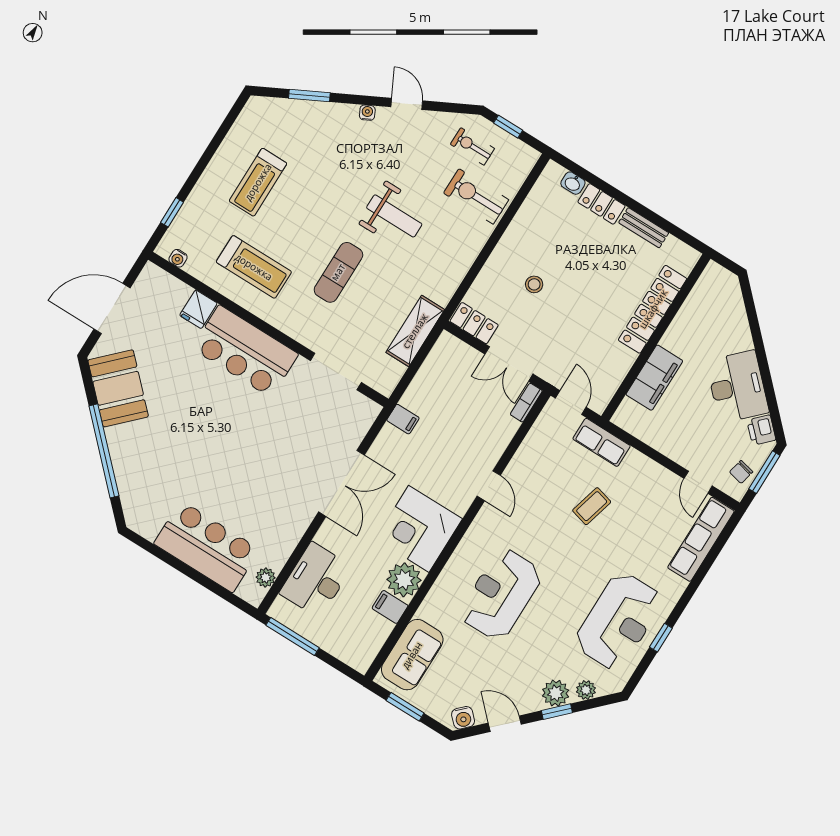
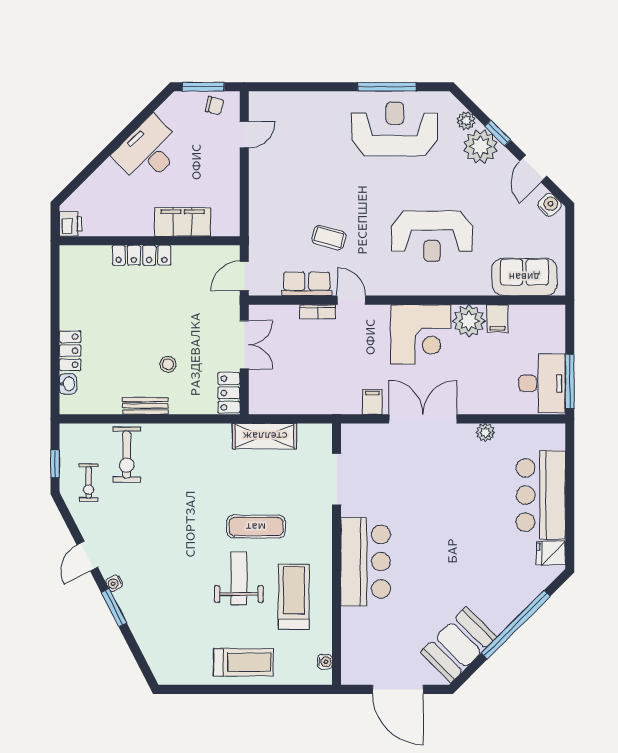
window: (309, 96) -> (114, 608), moved
treadmill: (258, 182) -> (243, 662), moved
window: (172, 212) -> (291, 689), removed
weight bench: (394, 216) -> (239, 578), moved
bench: (644, 228) -> (145, 406), moved, turned 90
fridge: (198, 309) -> (551, 553), moved, turned 180
locker: (653, 309) -> (141, 255), width x0.71, depth x0.83
bookcase: (526, 403) -> (318, 312), moved
filing cabinet: (403, 419) -> (372, 402), moved
printer: (761, 430) -> (71, 224), moved, turned -45
row of seats: (602, 442) -> (307, 284), moved, turned -90
door: (489, 486) -> (351, 300), hinge flipped
coffee table: (592, 506) -> (329, 238), moved
row of seats: (701, 539) -> (288, 104), removed
plant: (266, 578) -> (485, 432), moved
desk: (316, 580) -> (542, 383), moved, turned -90
window: (661, 638) -> (387, 87), width x2.17
plant: (556, 693) -> (480, 147), width x1.36, depth x1.36
window: (405, 707) -> (570, 257), removed

